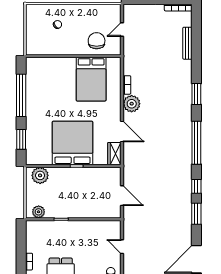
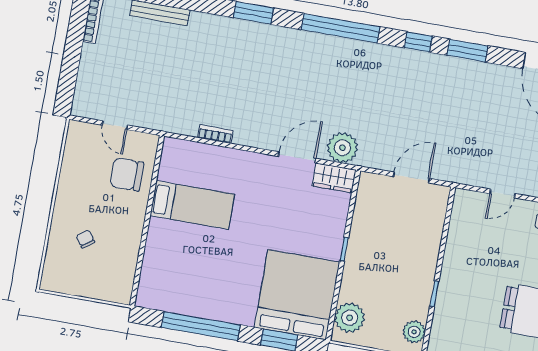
bed: (91, 79) -> (192, 205), width x0.67
plant: (132, 104) -> (342, 148), moved
bed: (73, 143) -> (297, 295), moved, turned 90

